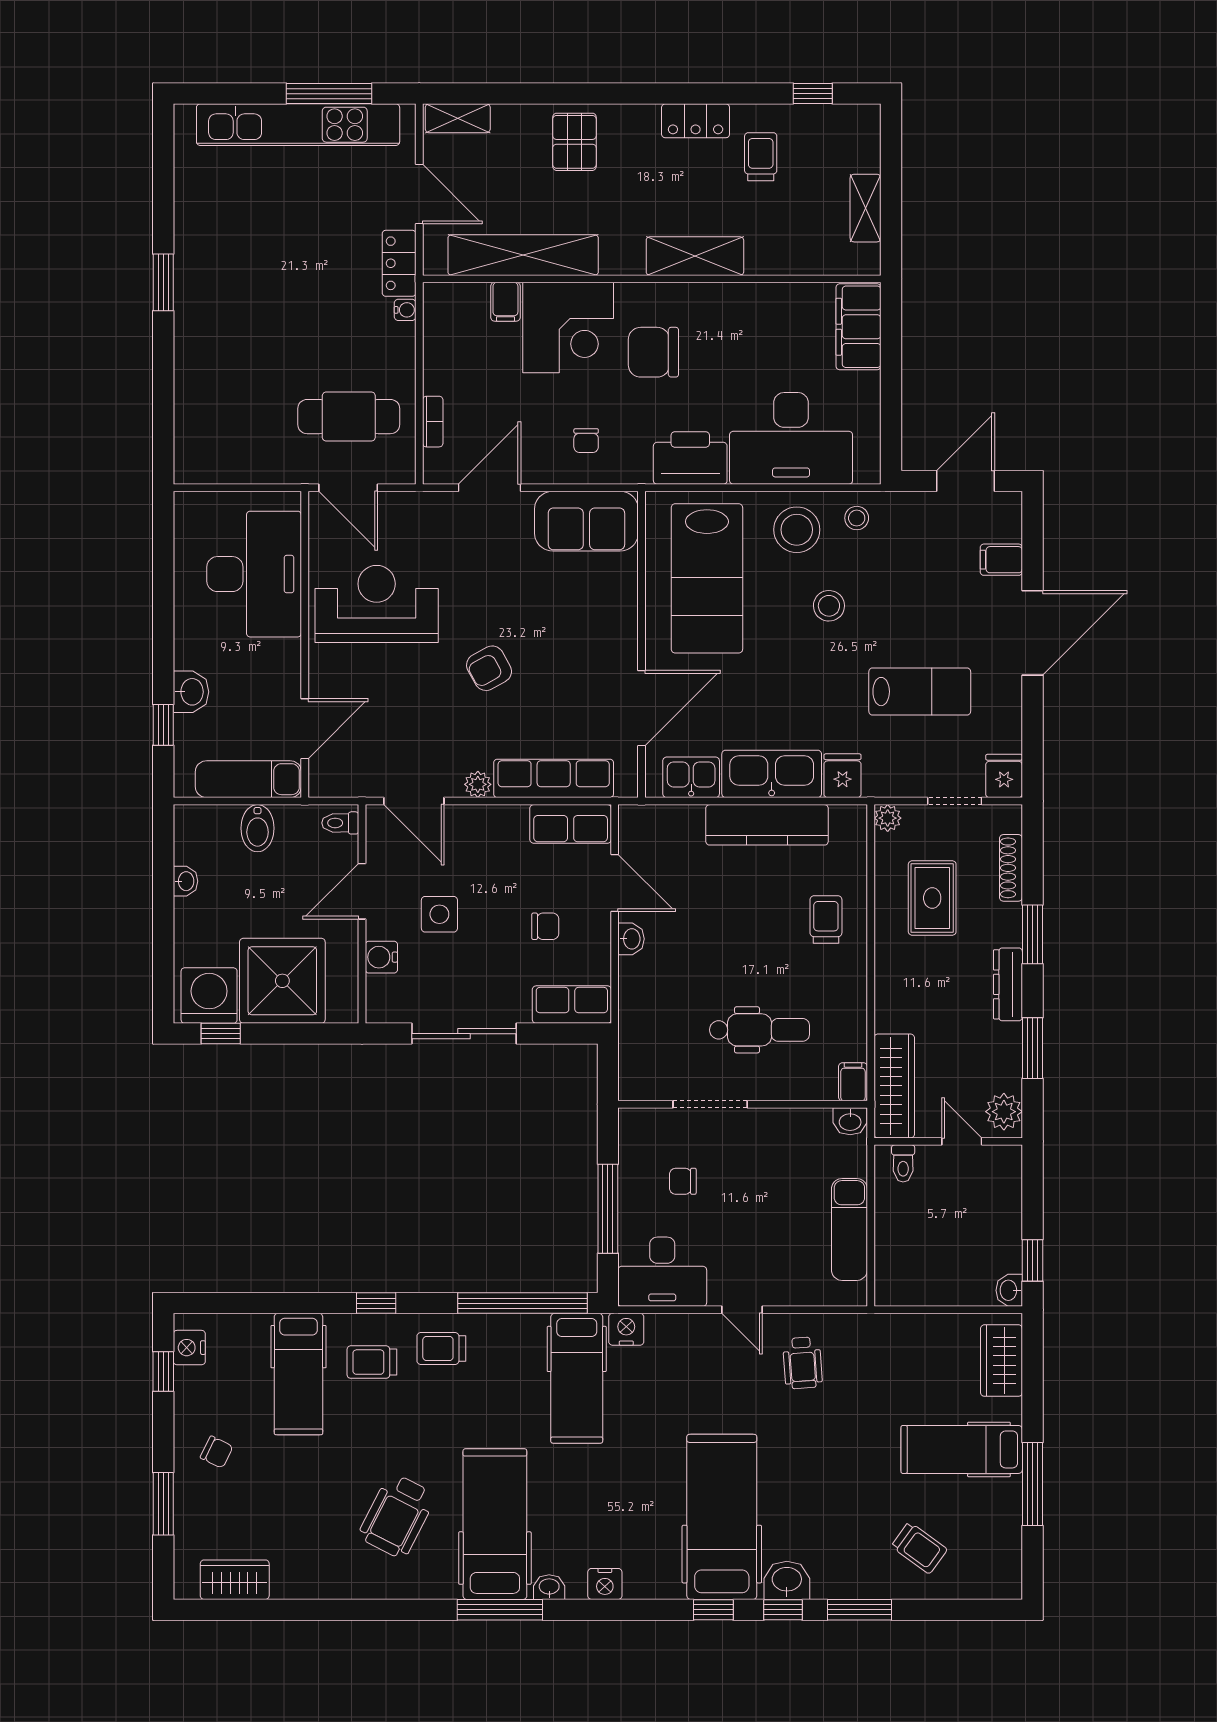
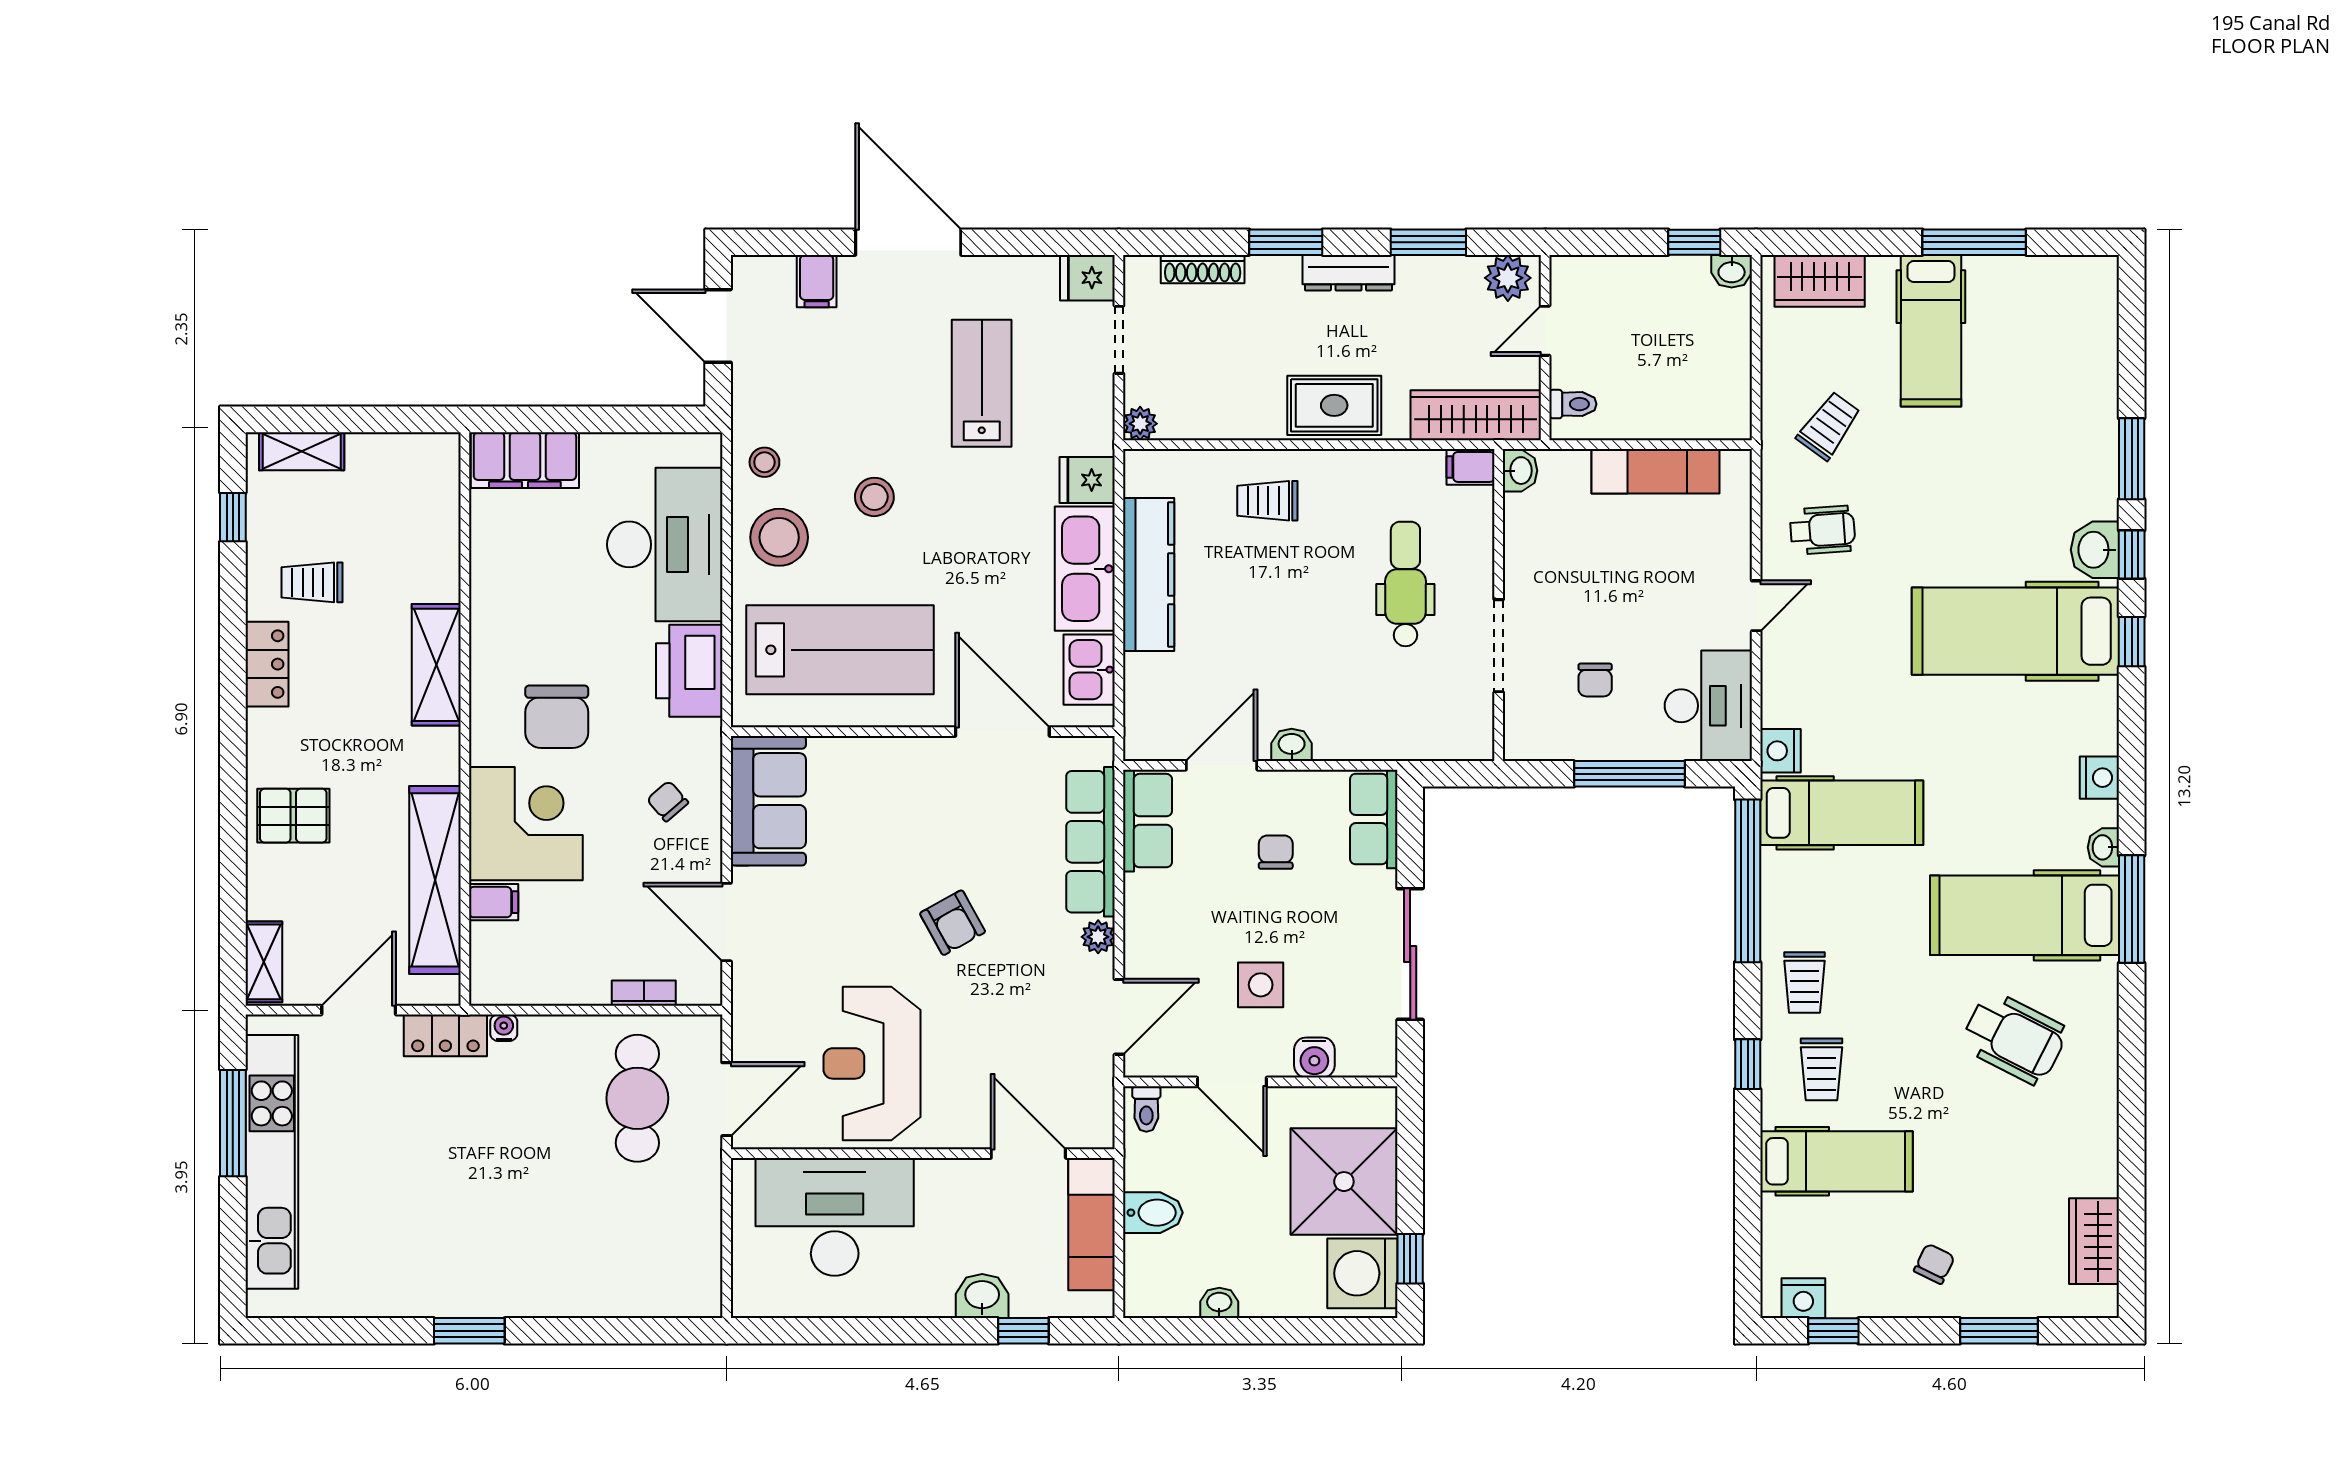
shelving: (865, 208) -> (302, 451), moved
chair: (586, 441) -> (668, 801), turned -131
rug: (932, 898) -> (1334, 405), moved
trolley: (919, 1548) -> (1829, 426), moved

